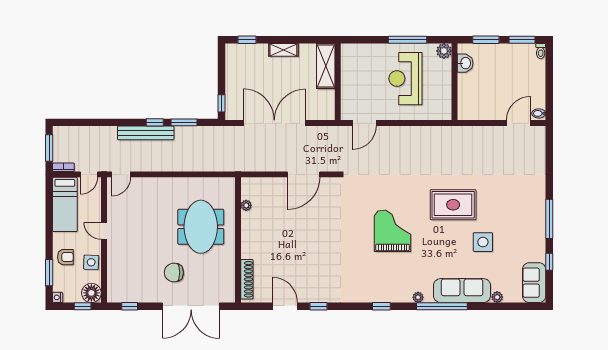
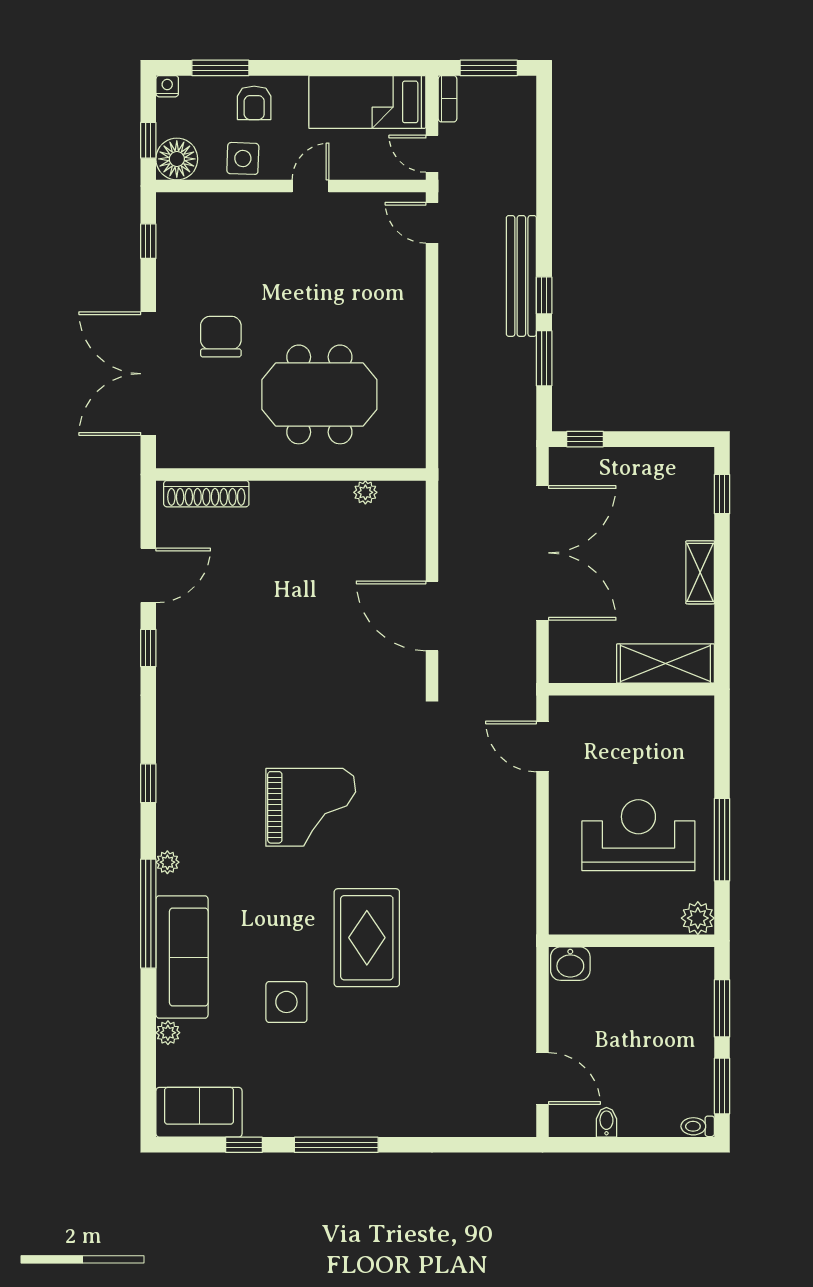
washbasin: (465, 63) -> (570, 964), moved
bidet: (539, 113) -> (606, 1122), moved

